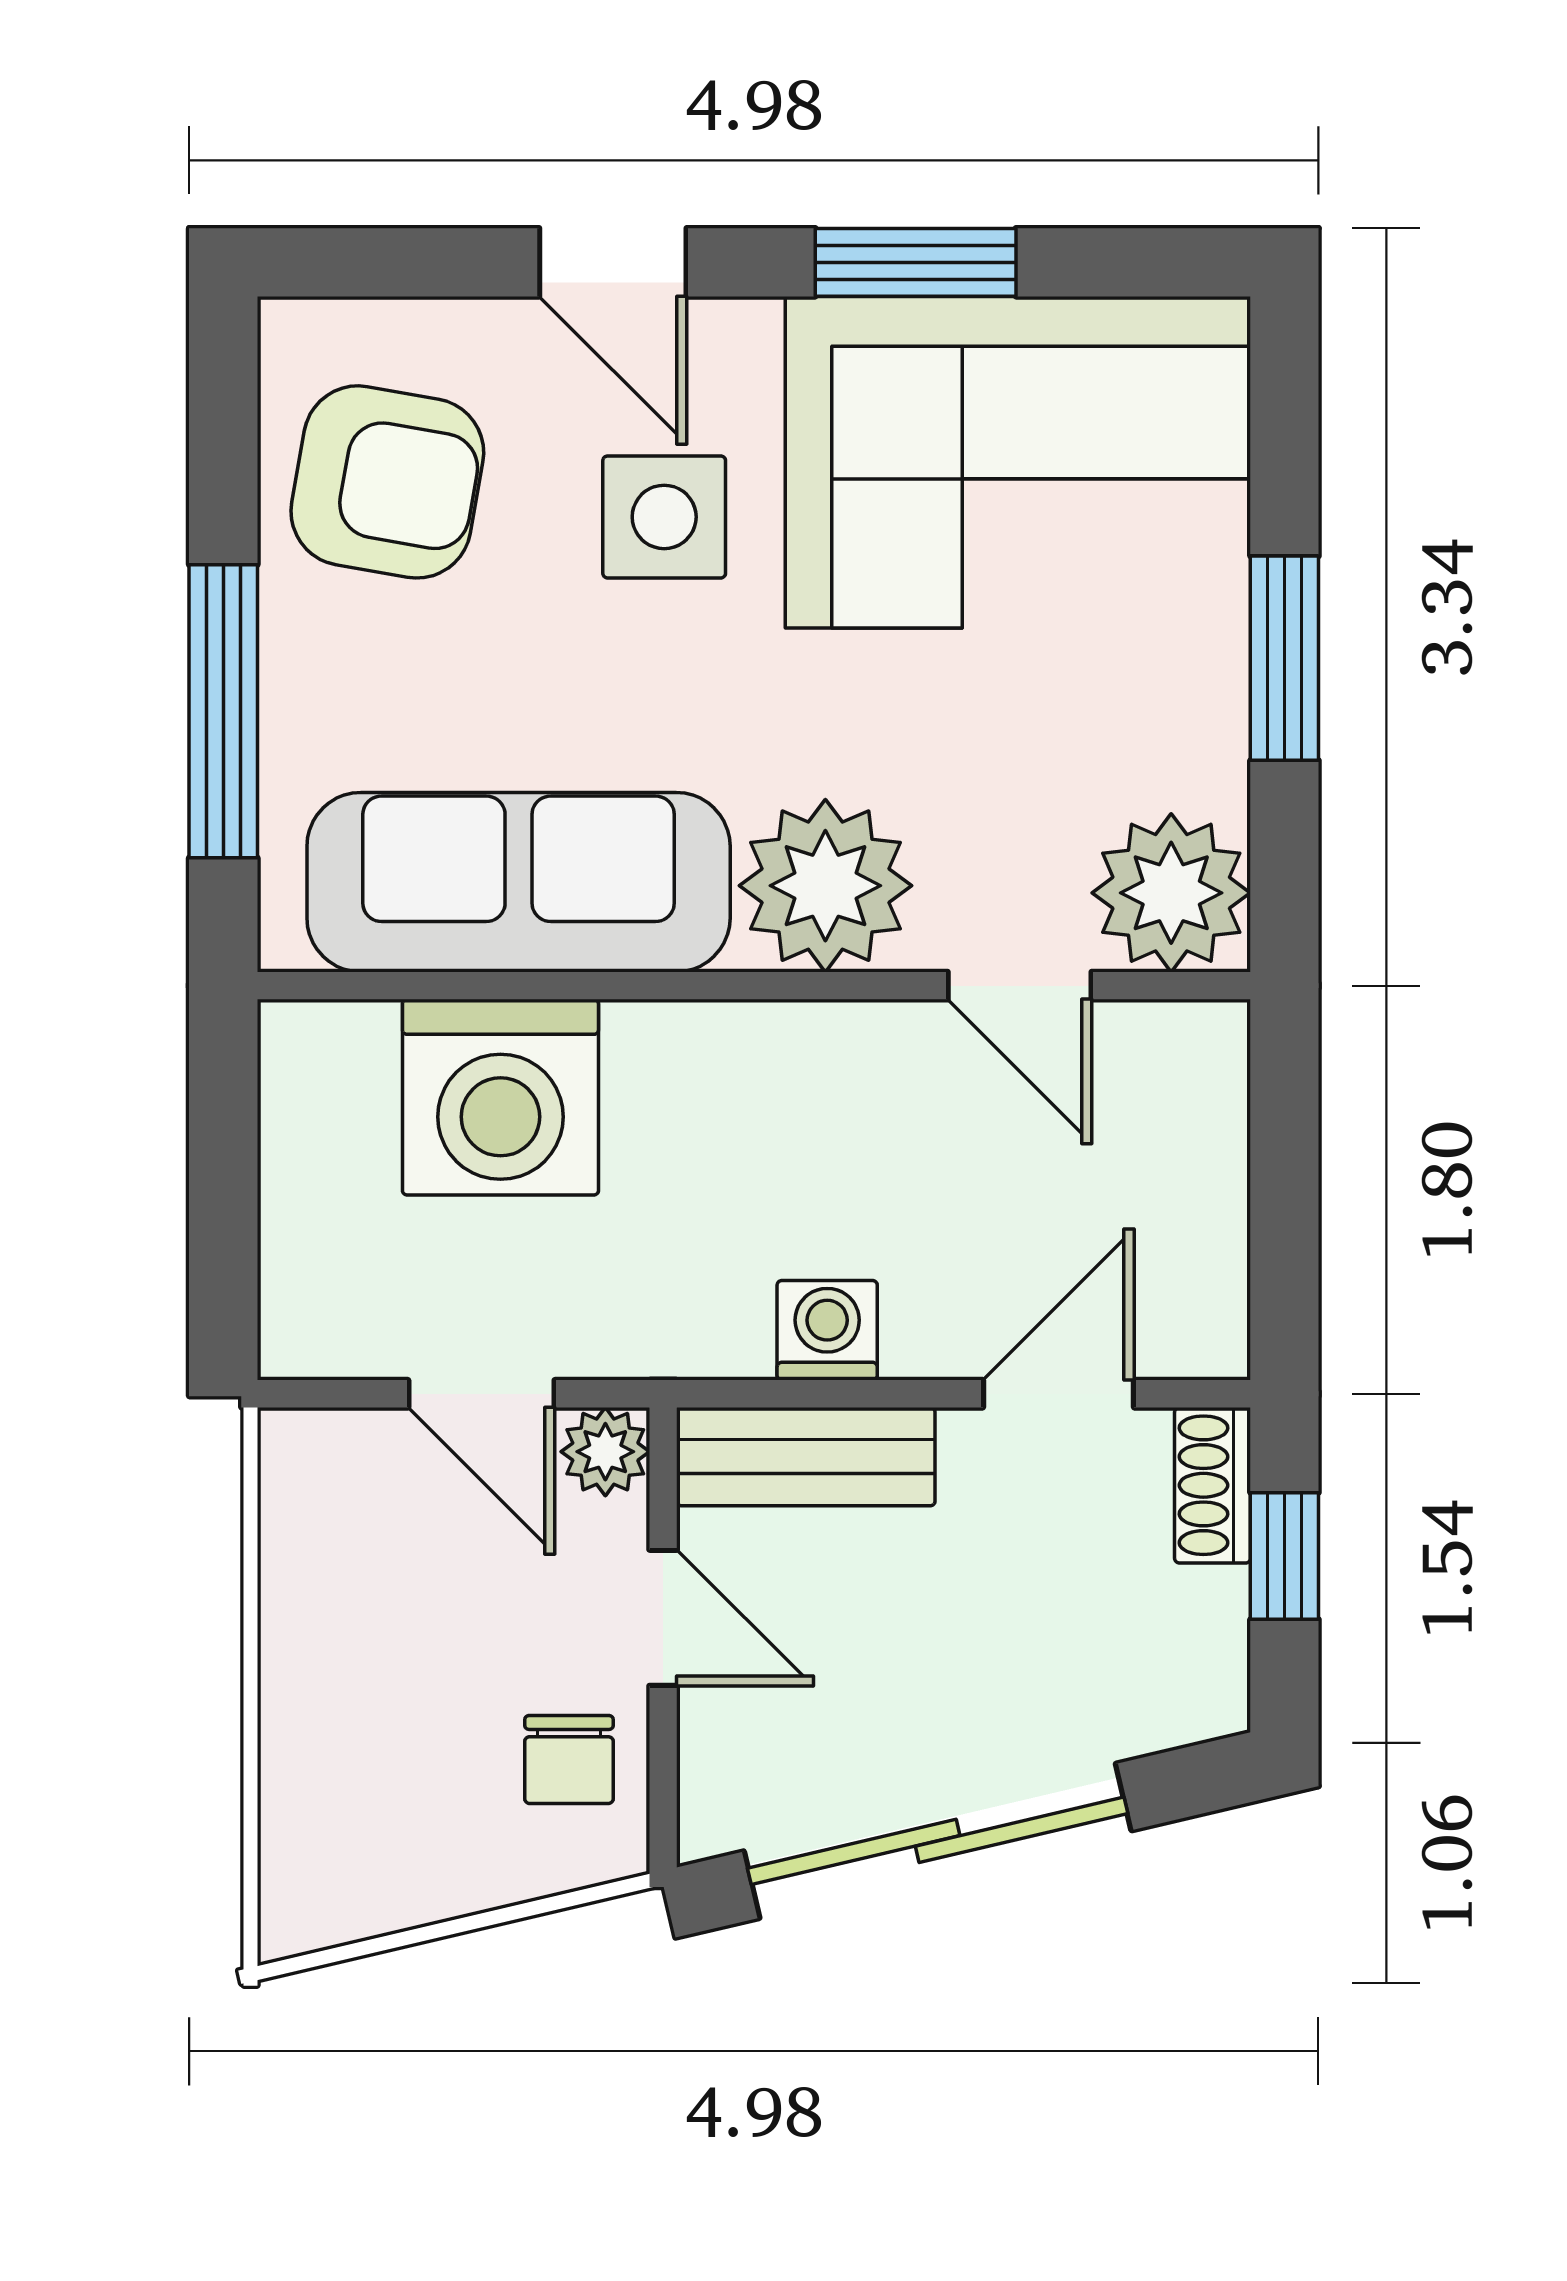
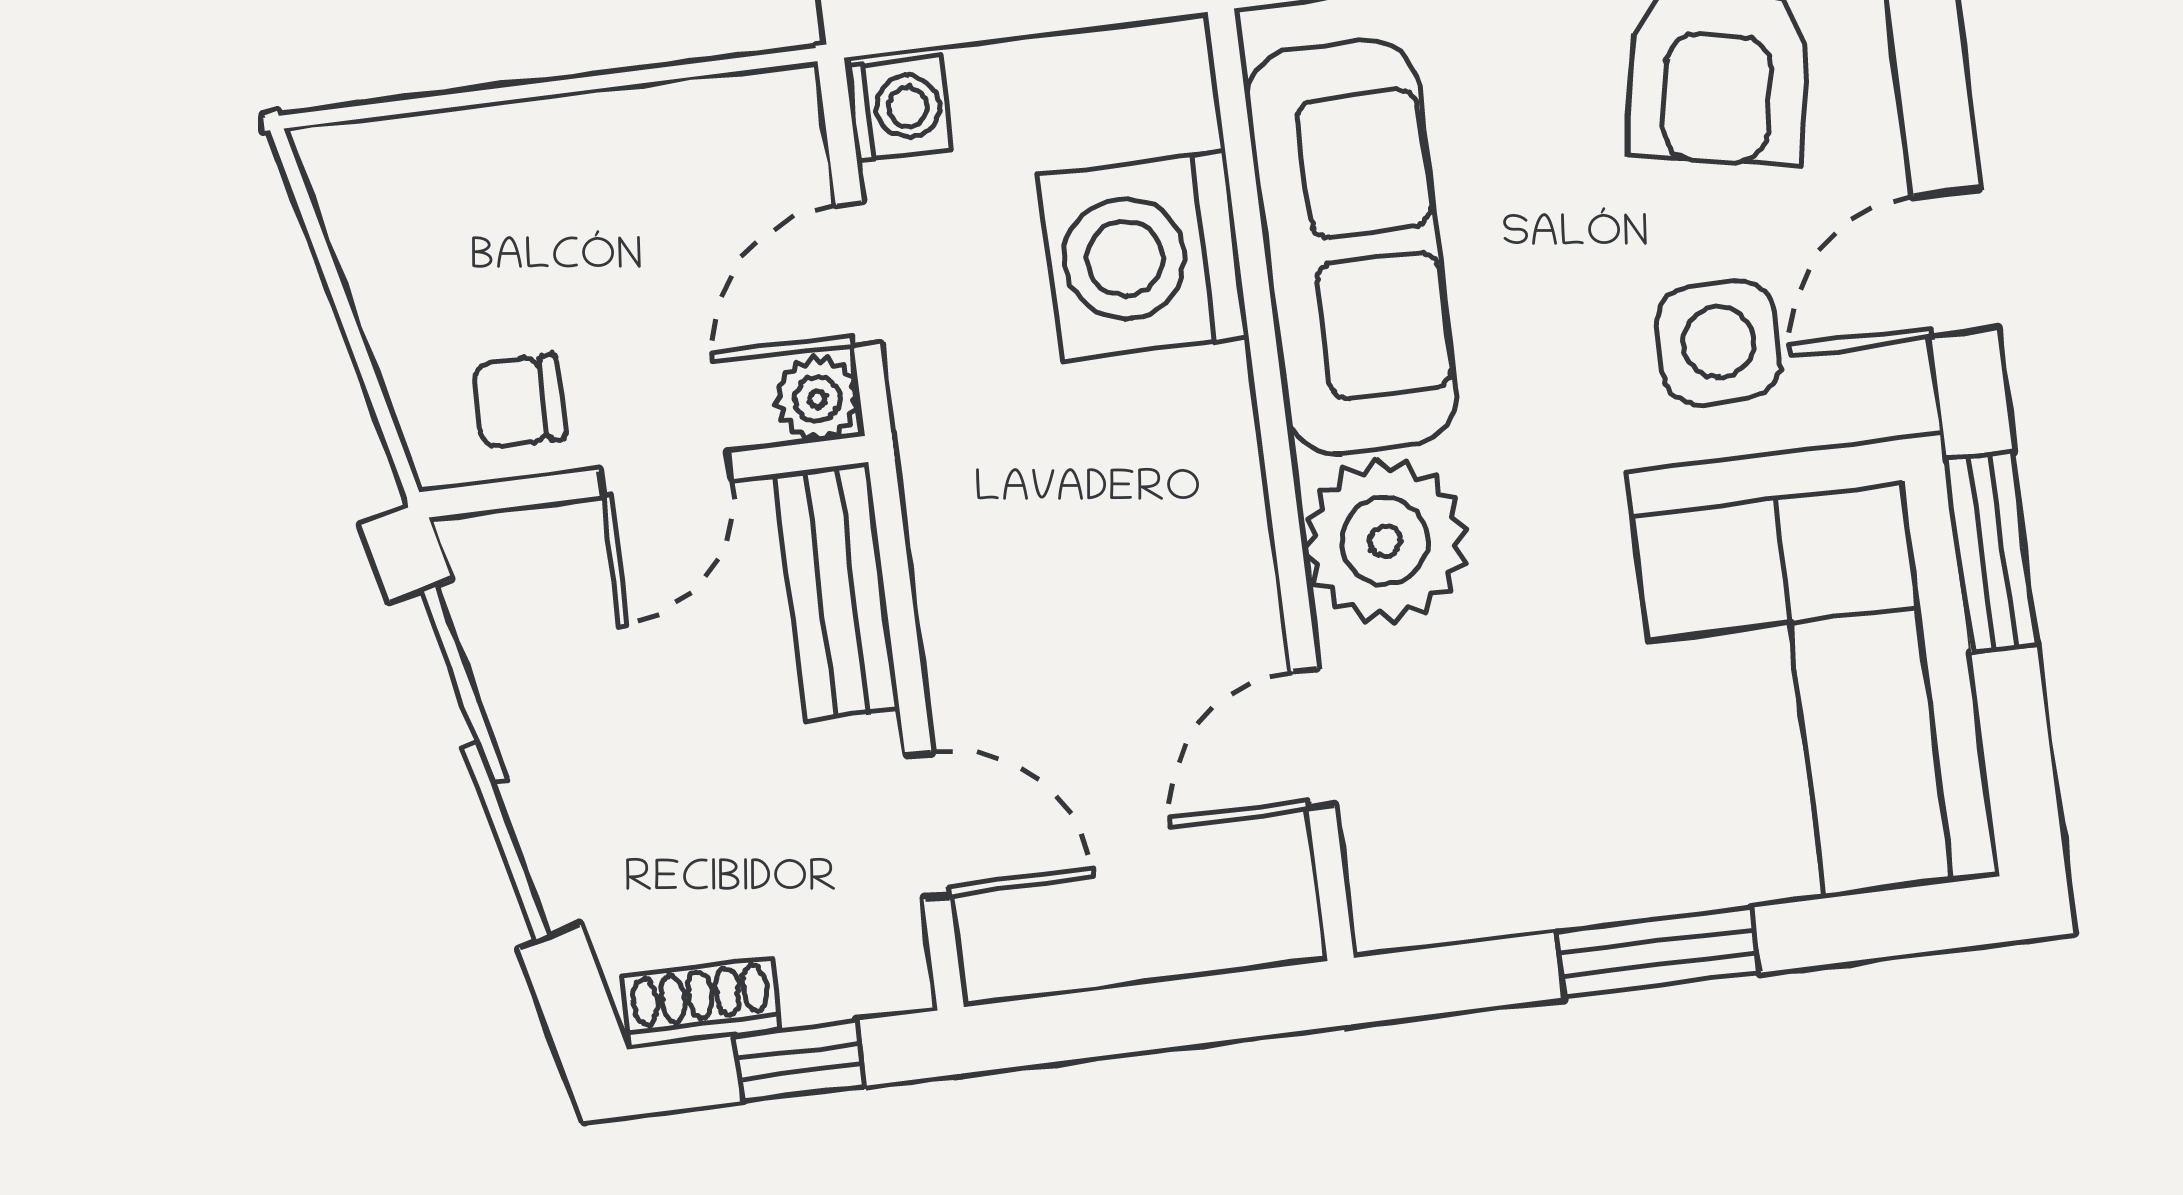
plant: (1171, 893) -> (1420, 873), removed
washing machine: (827, 1330) -> (899, 108), moved
shoe rack: (1213, 1485) -> (701, 1004), moved

